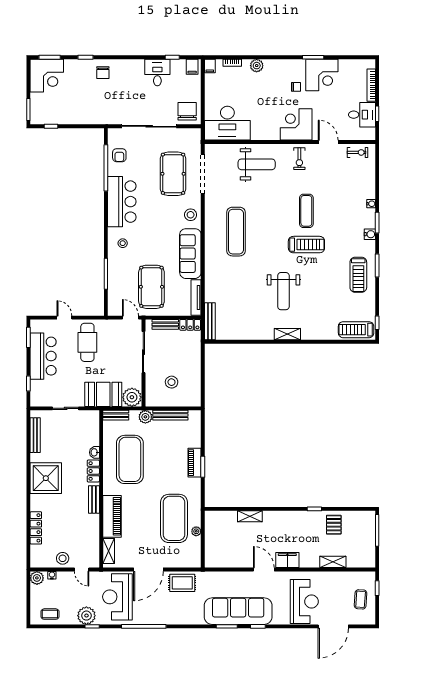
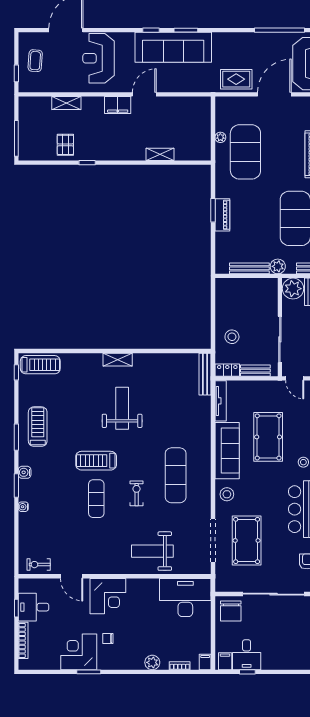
desk: (157, 72) -> (247, 655), moved
exercise bike: (299, 159) -> (137, 493), moved
pool table: (151, 287) -> (268, 437), moved
stool: (172, 382) -> (232, 337), moved
door: (264, 569) -> (144, 94), swing flipped

